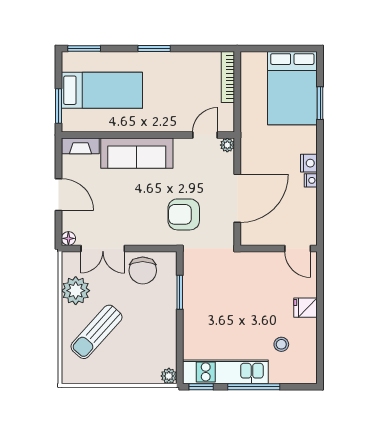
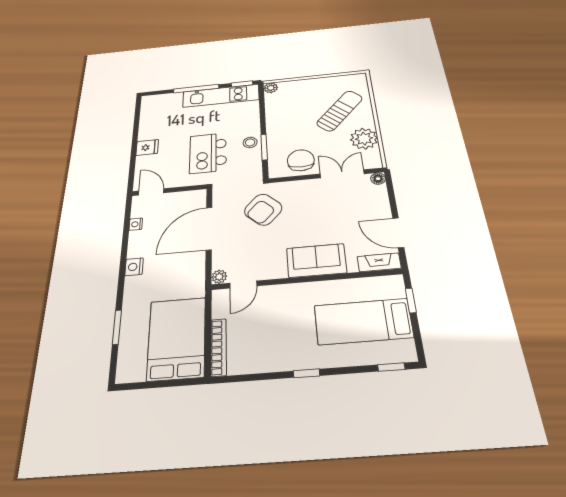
window: (84, 48) -> (391, 367), width x0.67
window: (154, 48) -> (306, 373), width x0.67
bed: (292, 88) -> (177, 338), moved
window: (59, 106) -> (411, 300), width x0.67
sofa: (137, 153) -> (316, 261), width x0.73
nightstand: (311, 180) -> (136, 224), moved
door: (59, 195) -> (398, 233), moved
armchair: (184, 214) -> (263, 210), turned 133
kitchen island: (239, 292) -> (208, 153), added
stool: (281, 344) -> (250, 142), moved

